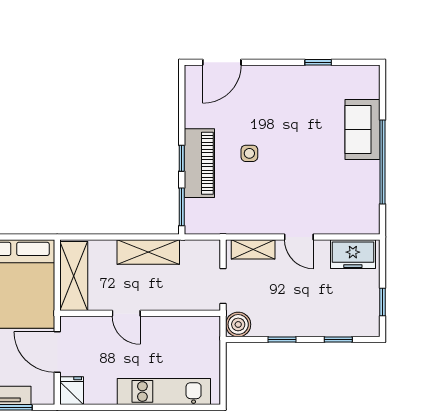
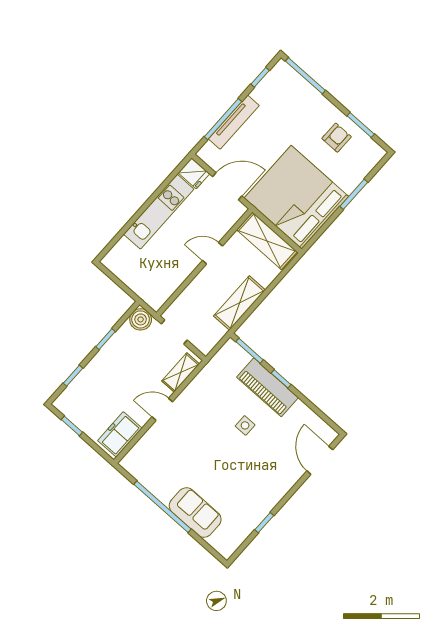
kitchen unit: (164, 391) -> (159, 212), moved

